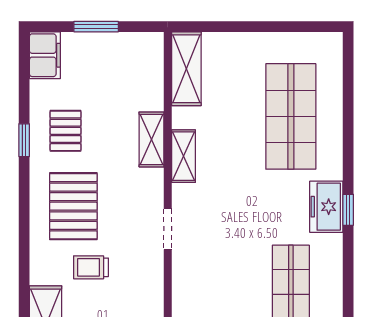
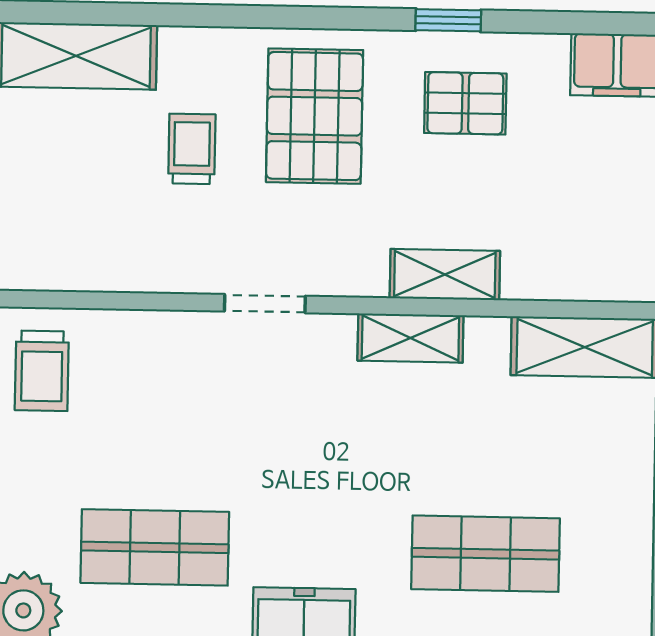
shop shelf: (291, 116) -> (486, 554), width x0.70, depth x0.74
pallet: (73, 206) -> (315, 116), turned 90

